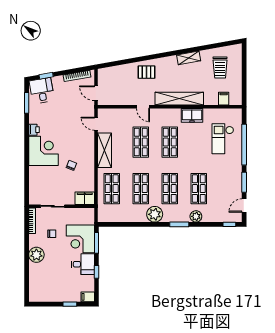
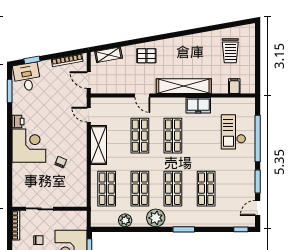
shelving: (189, 58) -> (109, 55), moved
filing cabinet: (85, 198) -> (76, 200), removed
plant: (196, 216) -> (125, 220), moved

